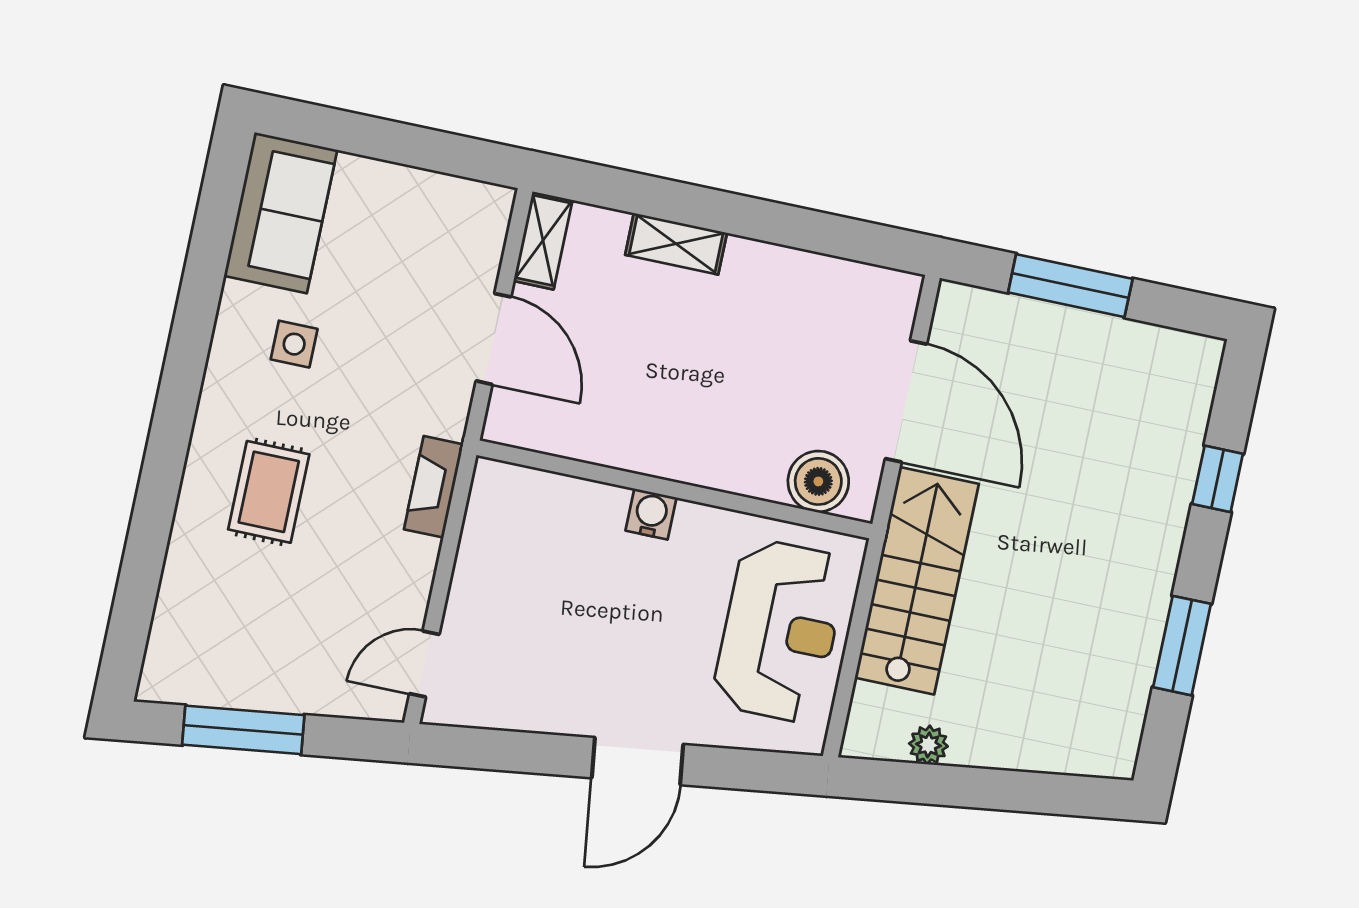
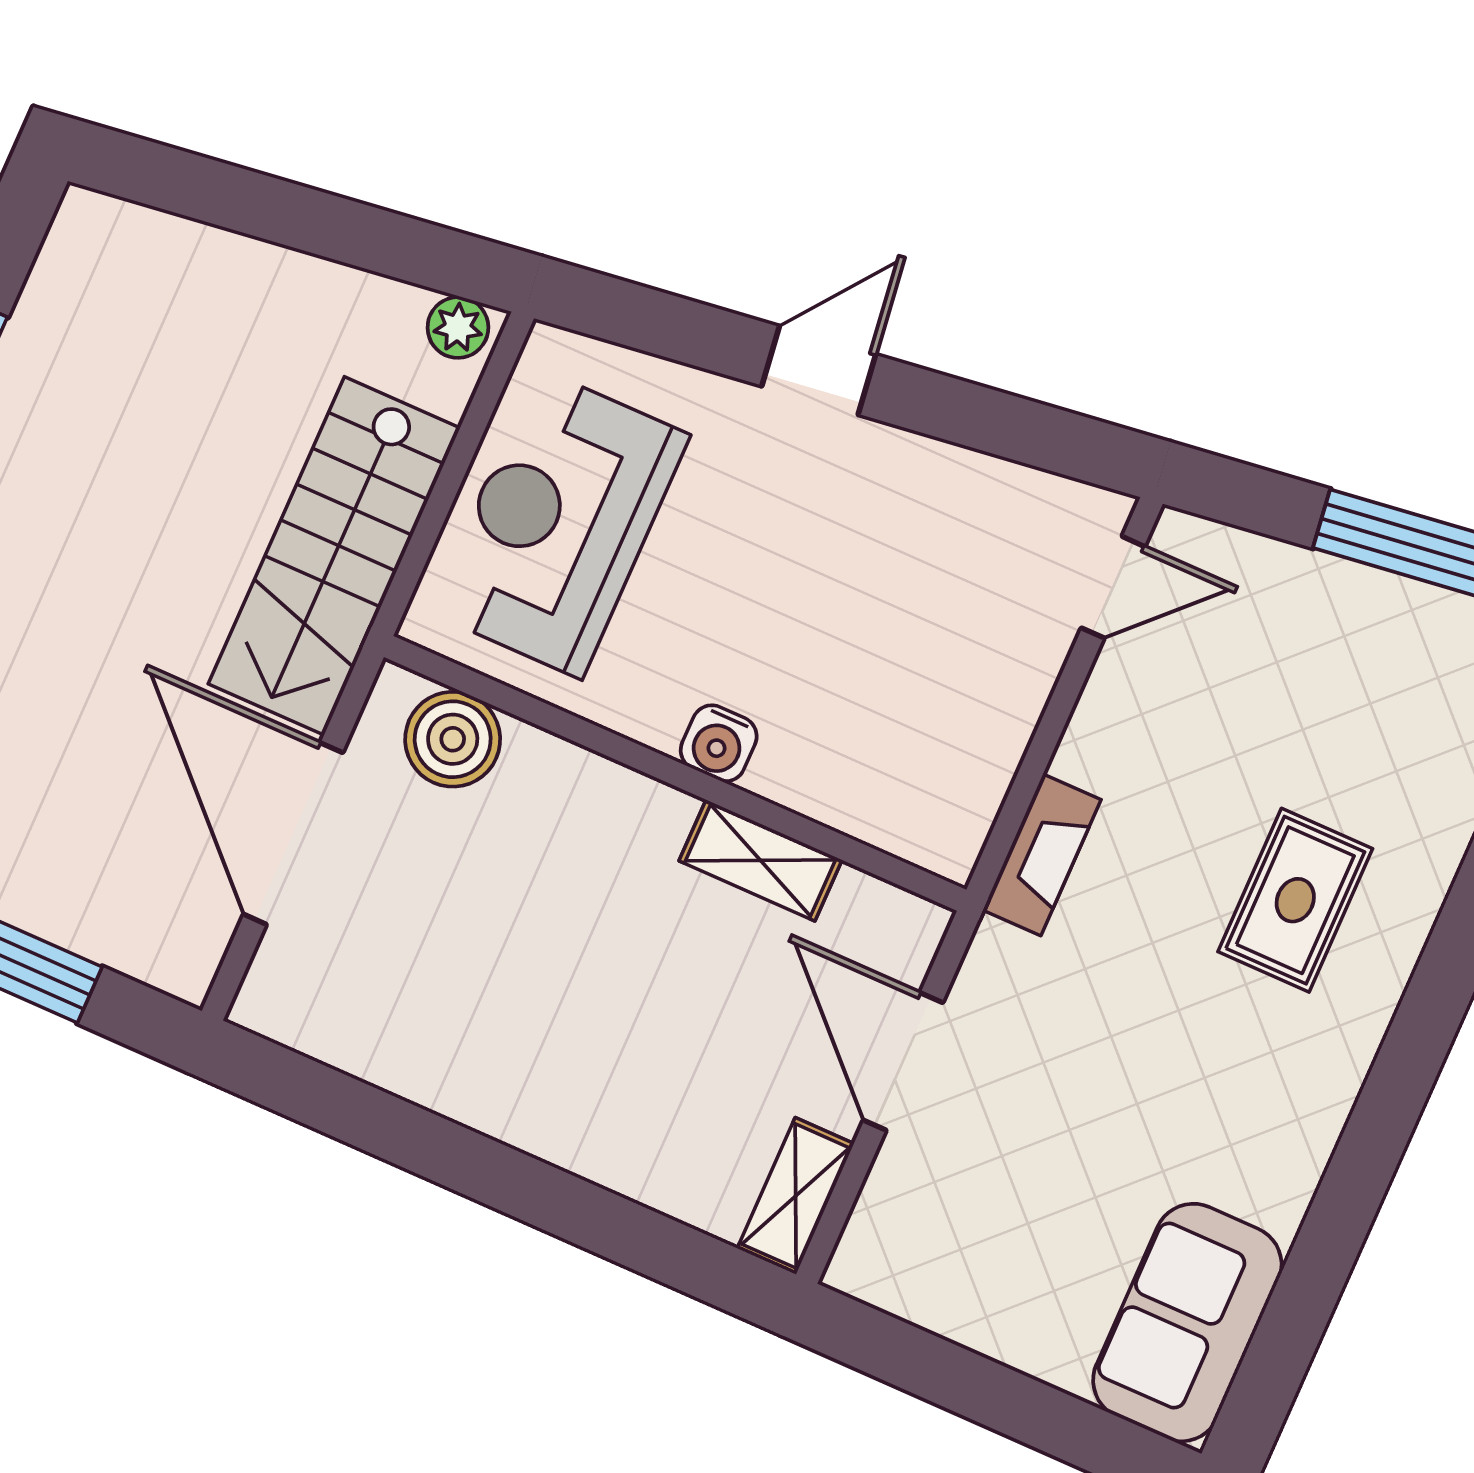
shelving: (676, 244) -> (760, 860), moved
side table: (294, 344) -> (1209, 1118), removed
plant: (928, 745) -> (458, 328), moved
door: (638, 761) -> (819, 370), width x0.73

